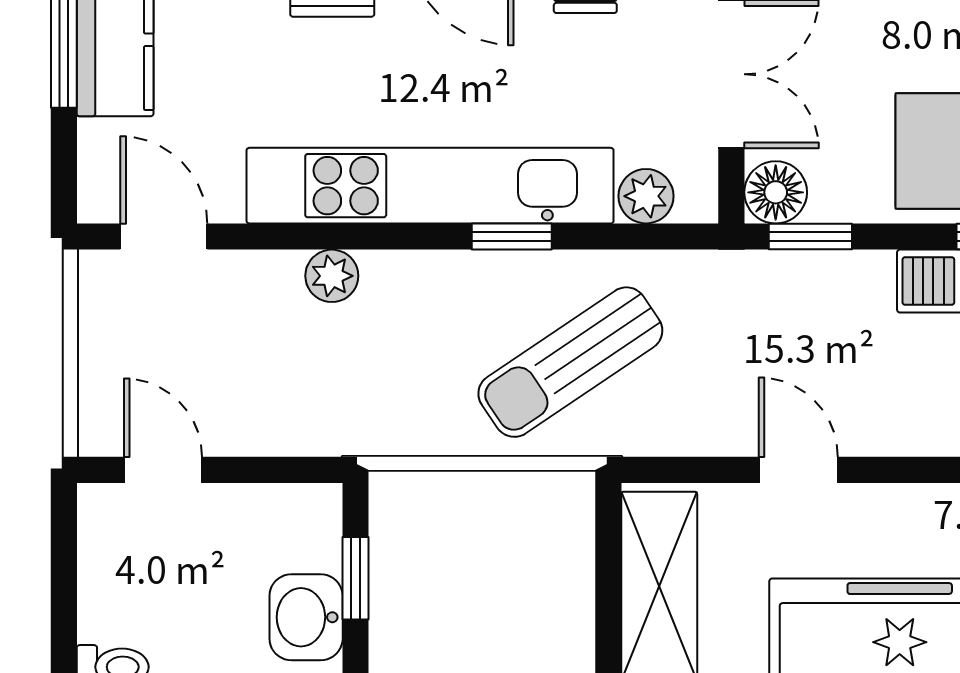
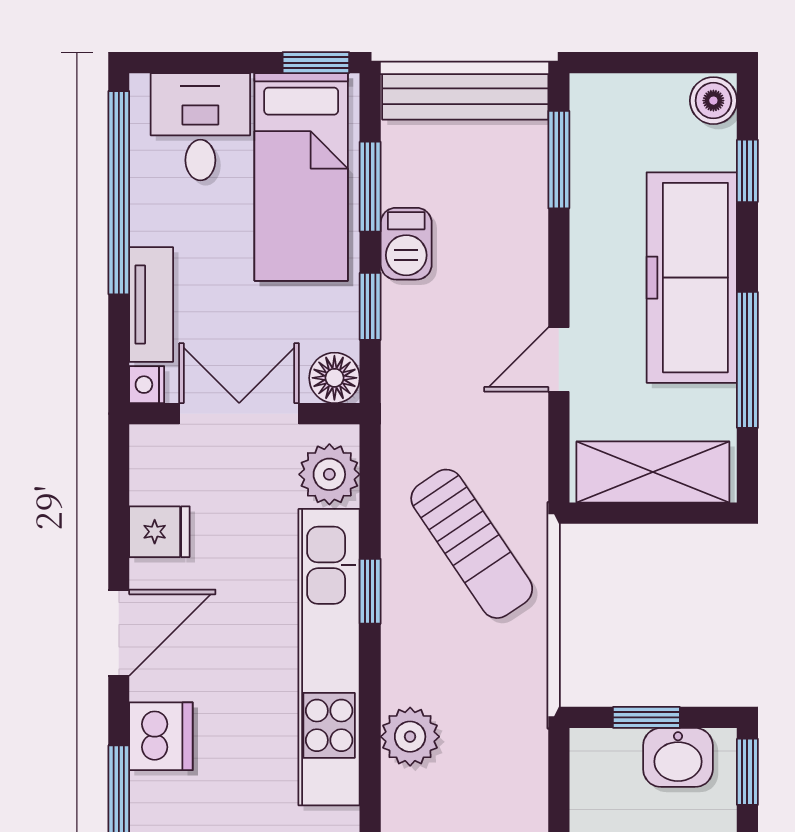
plant: (646, 196) -> (329, 474), width x1.38, depth x1.38
window: (810, 237) -> (370, 306), moved
plant: (332, 276) -> (410, 737), width x1.38, depth x1.38

